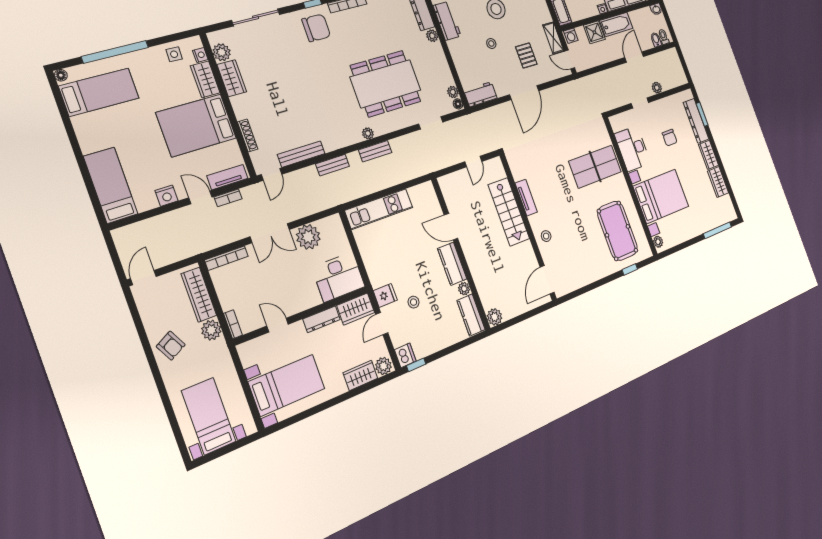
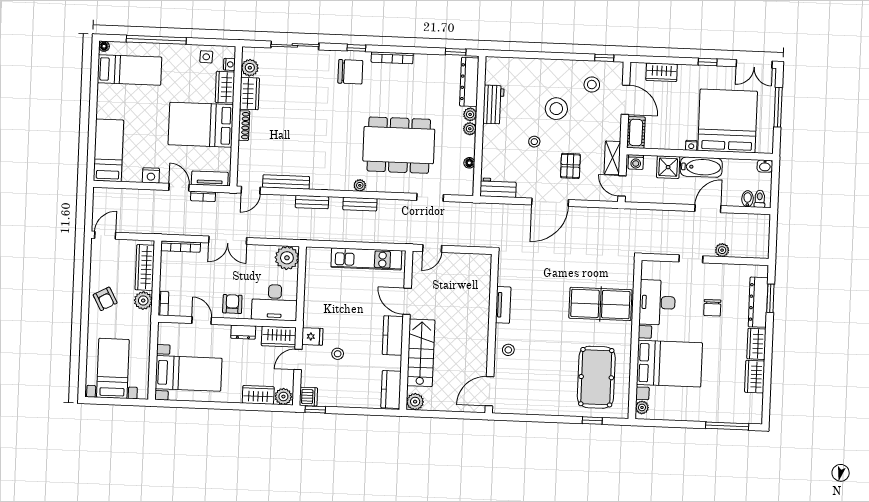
plant: (453, 92) -> (470, 129), moved
floor lamp: (458, 104) -> (469, 163), moved
shoe rack: (248, 135) -> (244, 126), moved
door: (473, 162) -> (432, 248), moved
kitchen unit: (379, 209) -> (366, 259), moved
stairs: (509, 212) -> (421, 353), moved, turned 180
plant: (308, 237) -> (287, 258), moved
plant: (464, 289) -> (395, 363), removed
armchair: (300, 296) -> (232, 304), added
dresser: (322, 319) -> (243, 332), width x0.70

